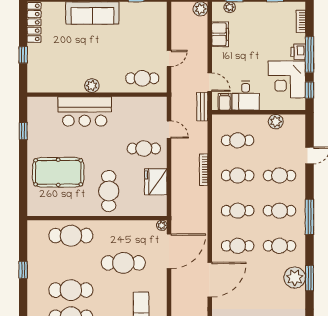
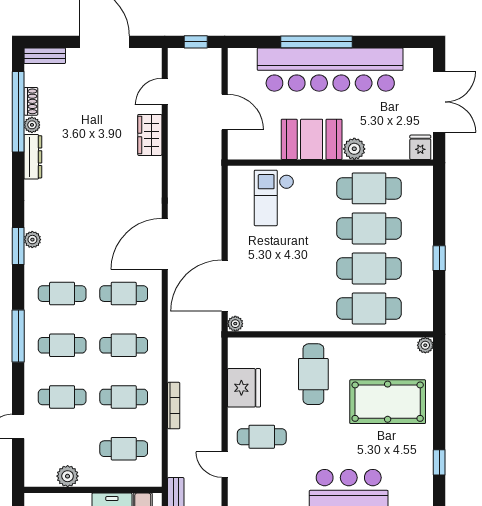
plant: (33, 211) -> (425, 345), added
cafe table: (123, 263) -> (369, 268), moved
plant: (295, 278) -> (32, 240), width x0.53, depth x0.53

